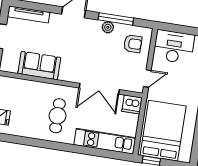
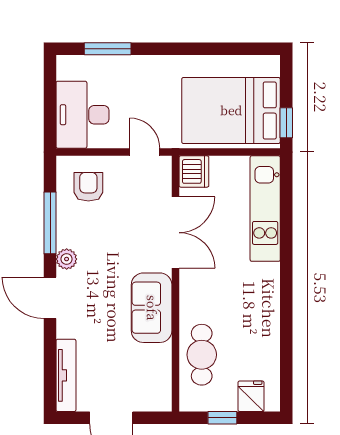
plant: (108, 27) -> (67, 259), moved
sofa: (39, 66) -> (152, 308), moved
cafe table: (57, 116) -> (202, 355), moved, turned 90

